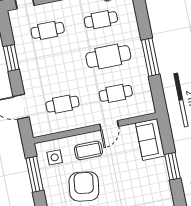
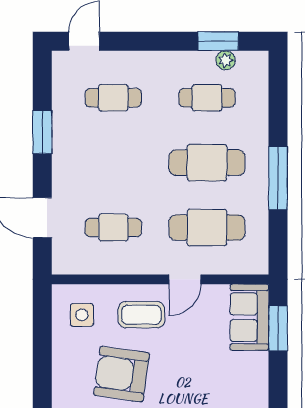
cafe table: (116, 93) -> (207, 228), width x1.37, depth x1.35
window: (172, 166) -> (278, 328), moved
window: (35, 174) -> (42, 337), removed
armchair: (84, 186) -> (122, 374), turned -90

